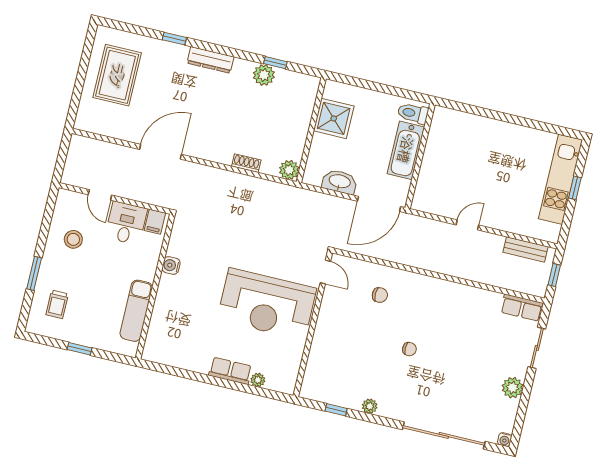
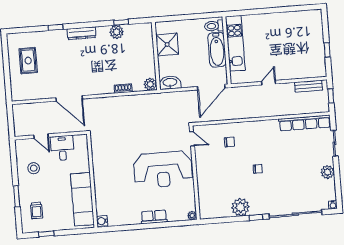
rug: (117, 75) -> (28, 61), width x0.73, depth x0.70
door: (160, 152) -> (69, 98), swing flipped
kitchen unit: (561, 179) -> (235, 43), moved, turned 180
washbasin: (340, 182) -> (170, 83), moved
window: (575, 188) -> (327, 50), moved
filing cabinet: (155, 222) -> (79, 142), removed
water cooler: (171, 265) -> (102, 221), moved
row of seats: (522, 308) -> (305, 123), width x2.02
exam couch: (136, 311) -> (82, 199), width x1.36, depth x1.45
window: (80, 349) -> (46, 234), moved
plant: (258, 380) -> (192, 215), moved
plant: (370, 406) -> (240, 207), width x1.88, depth x1.88
window: (336, 410) -> (256, 217), moved

